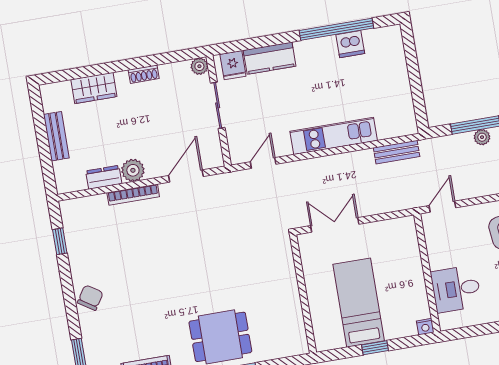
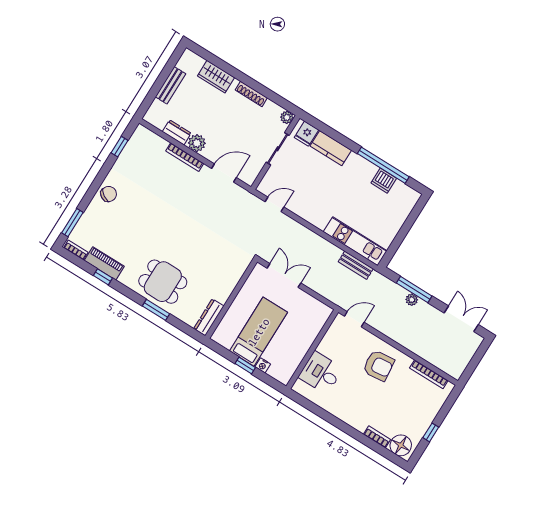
shoe rack: (144, 74) -> (251, 94), width x1.43
kitchen unit: (334, 136) -> (355, 241), moved
nightstand: (425, 327) -> (263, 365), moved
dresser: (297, 332) -> (209, 317), added

